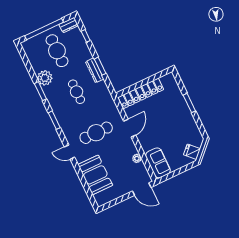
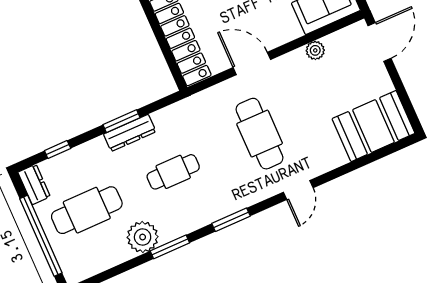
booth: (95, 175) -> (373, 126), moved

